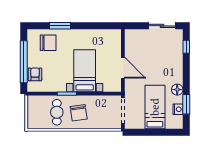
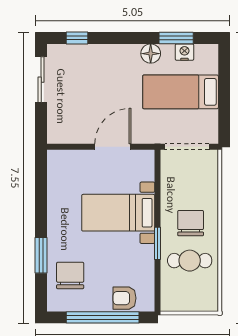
chair: (79, 113) -> (191, 223), turned -82

